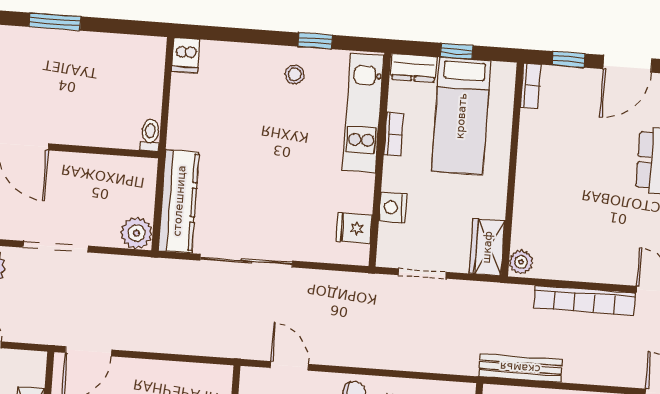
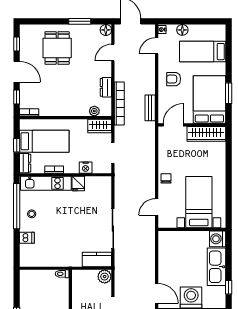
window: (315, 41) -> (17, 206), width x3.17
dishwasher: (186, 55) -> (27, 238), moved
kitchen counter: (179, 201) -> (97, 259), width x0.67
fridge: (354, 228) -> (78, 184), moved
plant: (521, 262) -> (94, 111), moved
dresser: (576, 269) -> (106, 87), added
bookcase: (584, 300) -> (119, 104), moved
bench: (520, 368) -> (150, 108), width x0.73

